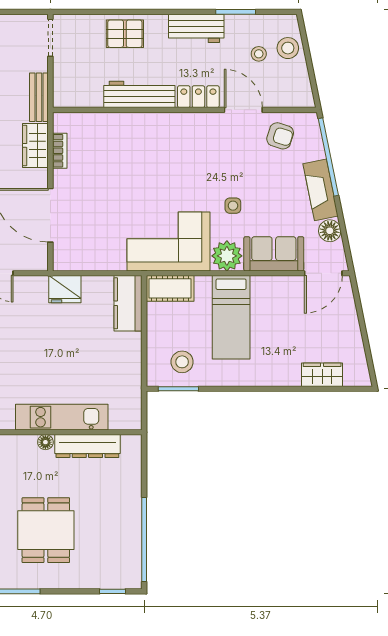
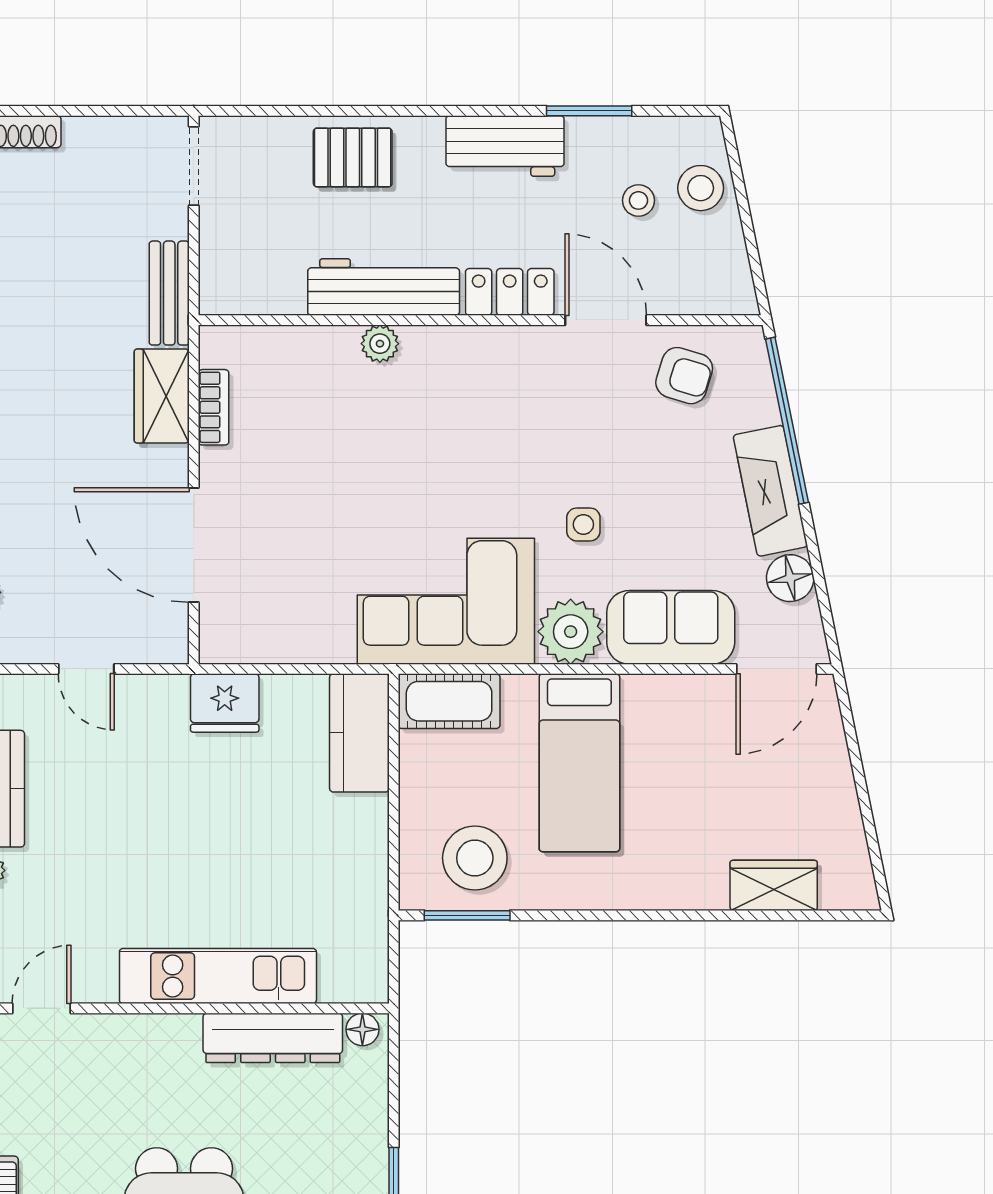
plant: (138, 121) -> (380, 344), added
stool: (182, 362) -> (475, 858), width x1.38, depth x1.38
floor lamp: (45, 442) -> (362, 1029), moved

